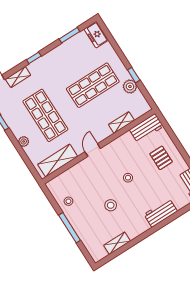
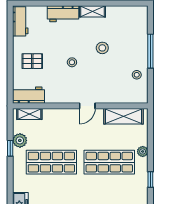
shop shelf: (45, 115) -> (109, 162), turned 90
shelving: (121, 122) -> (29, 114), moved
pallet: (161, 158) -> (32, 61), turned 90
shelving: (117, 243) -> (93, 11), moved

